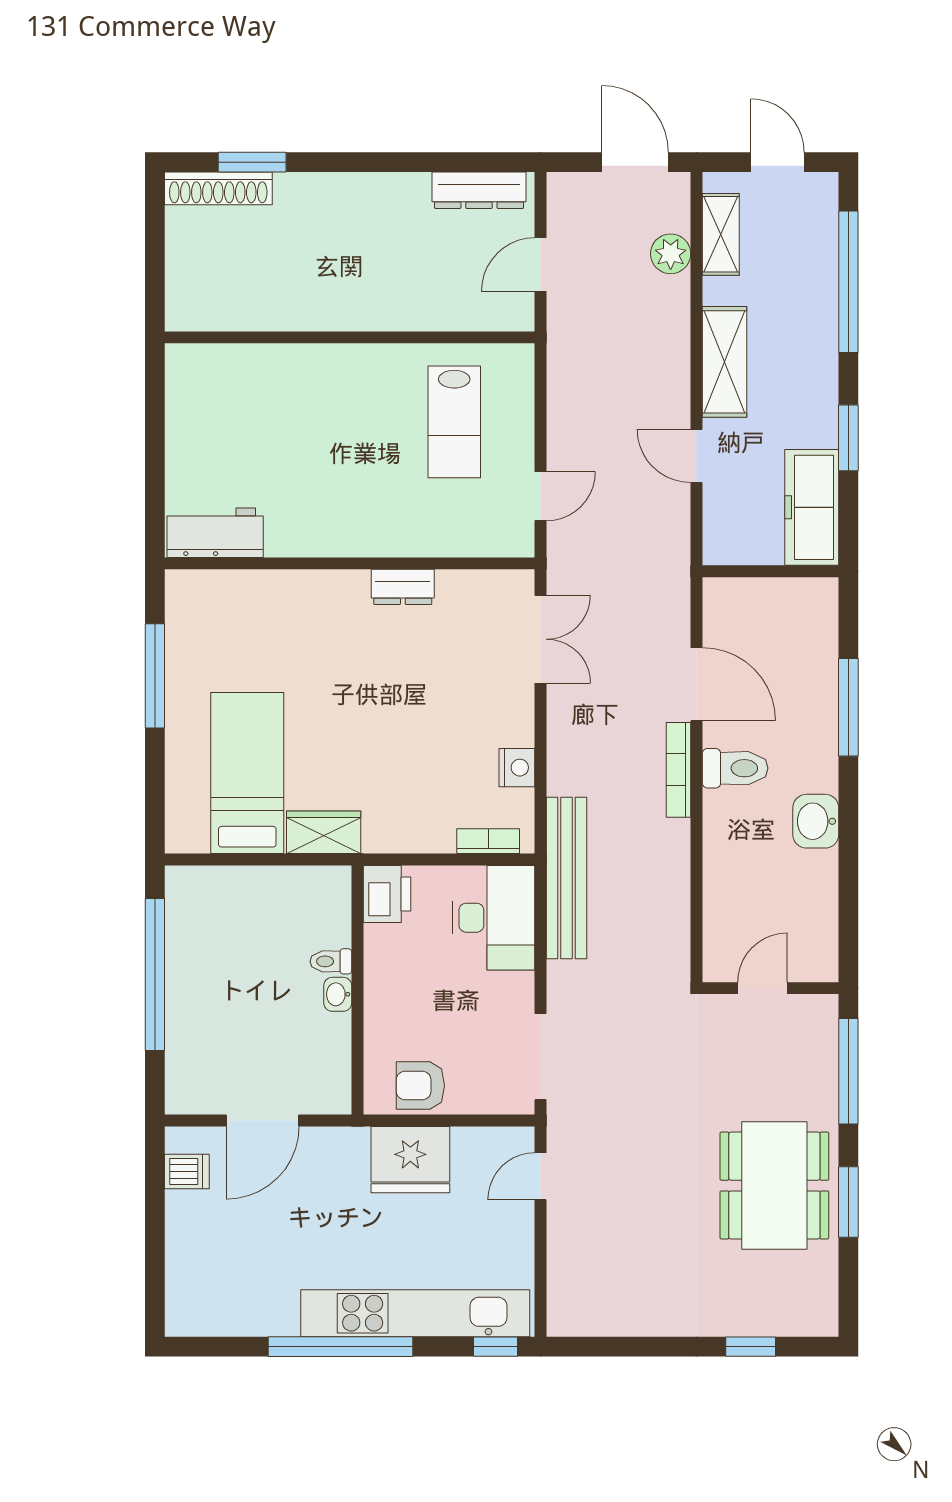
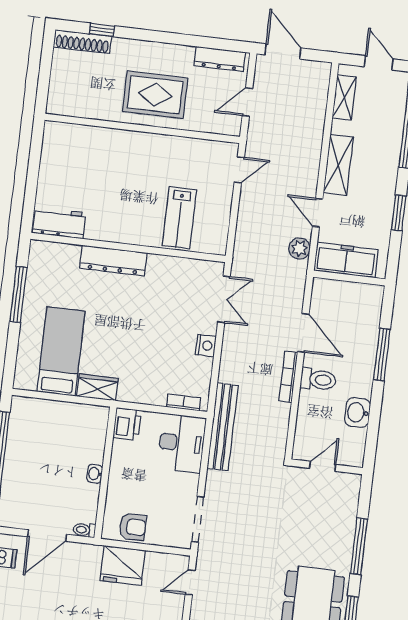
window: (252, 162) -> (102, 30), width x0.67
door: (635, 162) -> (283, 51), moved
plant: (671, 254) -> (299, 248), moved
rug: (366, 271) -> (155, 95), added
lab bench: (454, 422) -> (179, 218), moved
door: (541, 496) -> (239, 170), moved
freezer: (812, 507) -> (346, 260), moved, turned 90
dresser: (403, 587) -> (113, 261), moved, width x1.96, depth x1.24
nightstand: (517, 768) -> (206, 345), moved
toilet: (331, 961) -> (84, 530), moved
door: (763, 988) -> (323, 466), moved
wall: (770, 988) -> (327, 467), moved
armchair: (420, 1086) -> (133, 527), turned 180

